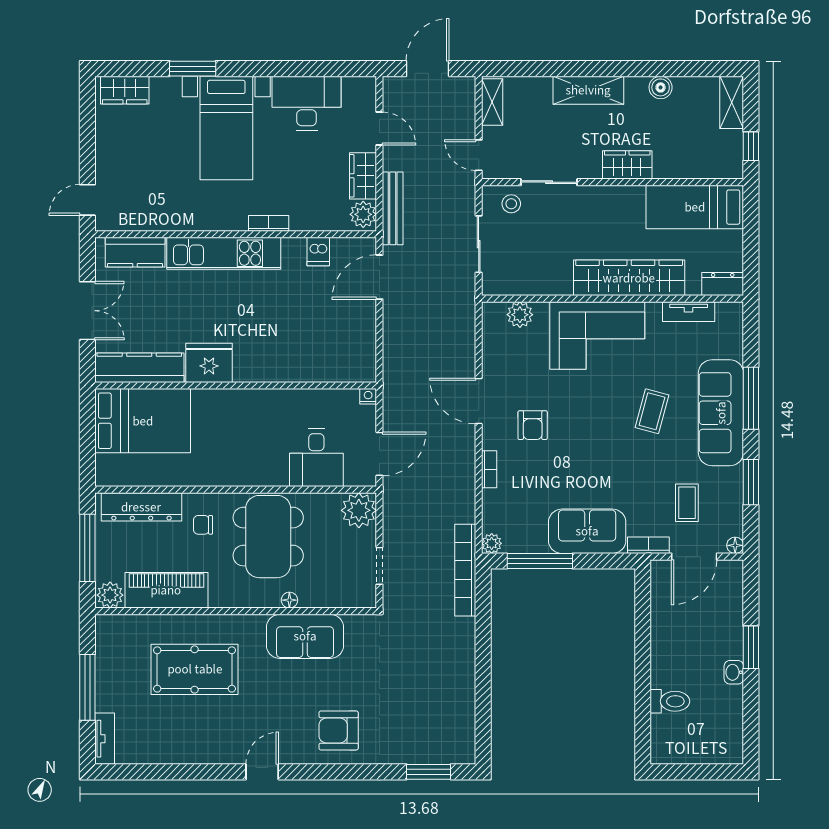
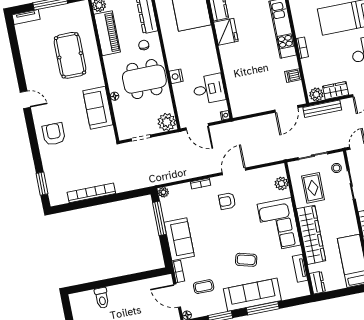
rug: (540, 256) -> (313, 188), added
door: (379, 277) -> (286, 109), swing flipped
desk: (316, 458) -> (209, 89), moved, turned 180
nightstand: (275, 475) -> (176, 76), added
bookcase: (465, 570) -> (91, 193), moved

